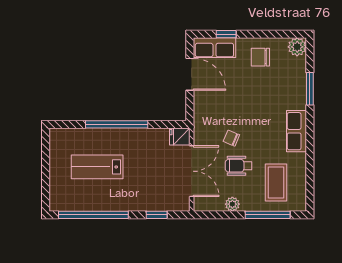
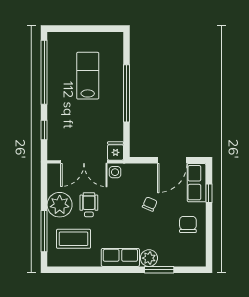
plant: (297, 47) -> (149, 258), moved
side table: (203, 137) -> (115, 172), added
chair: (231, 138) -> (150, 204), moved
plant: (232, 204) -> (60, 205), width x1.88, depth x1.88

